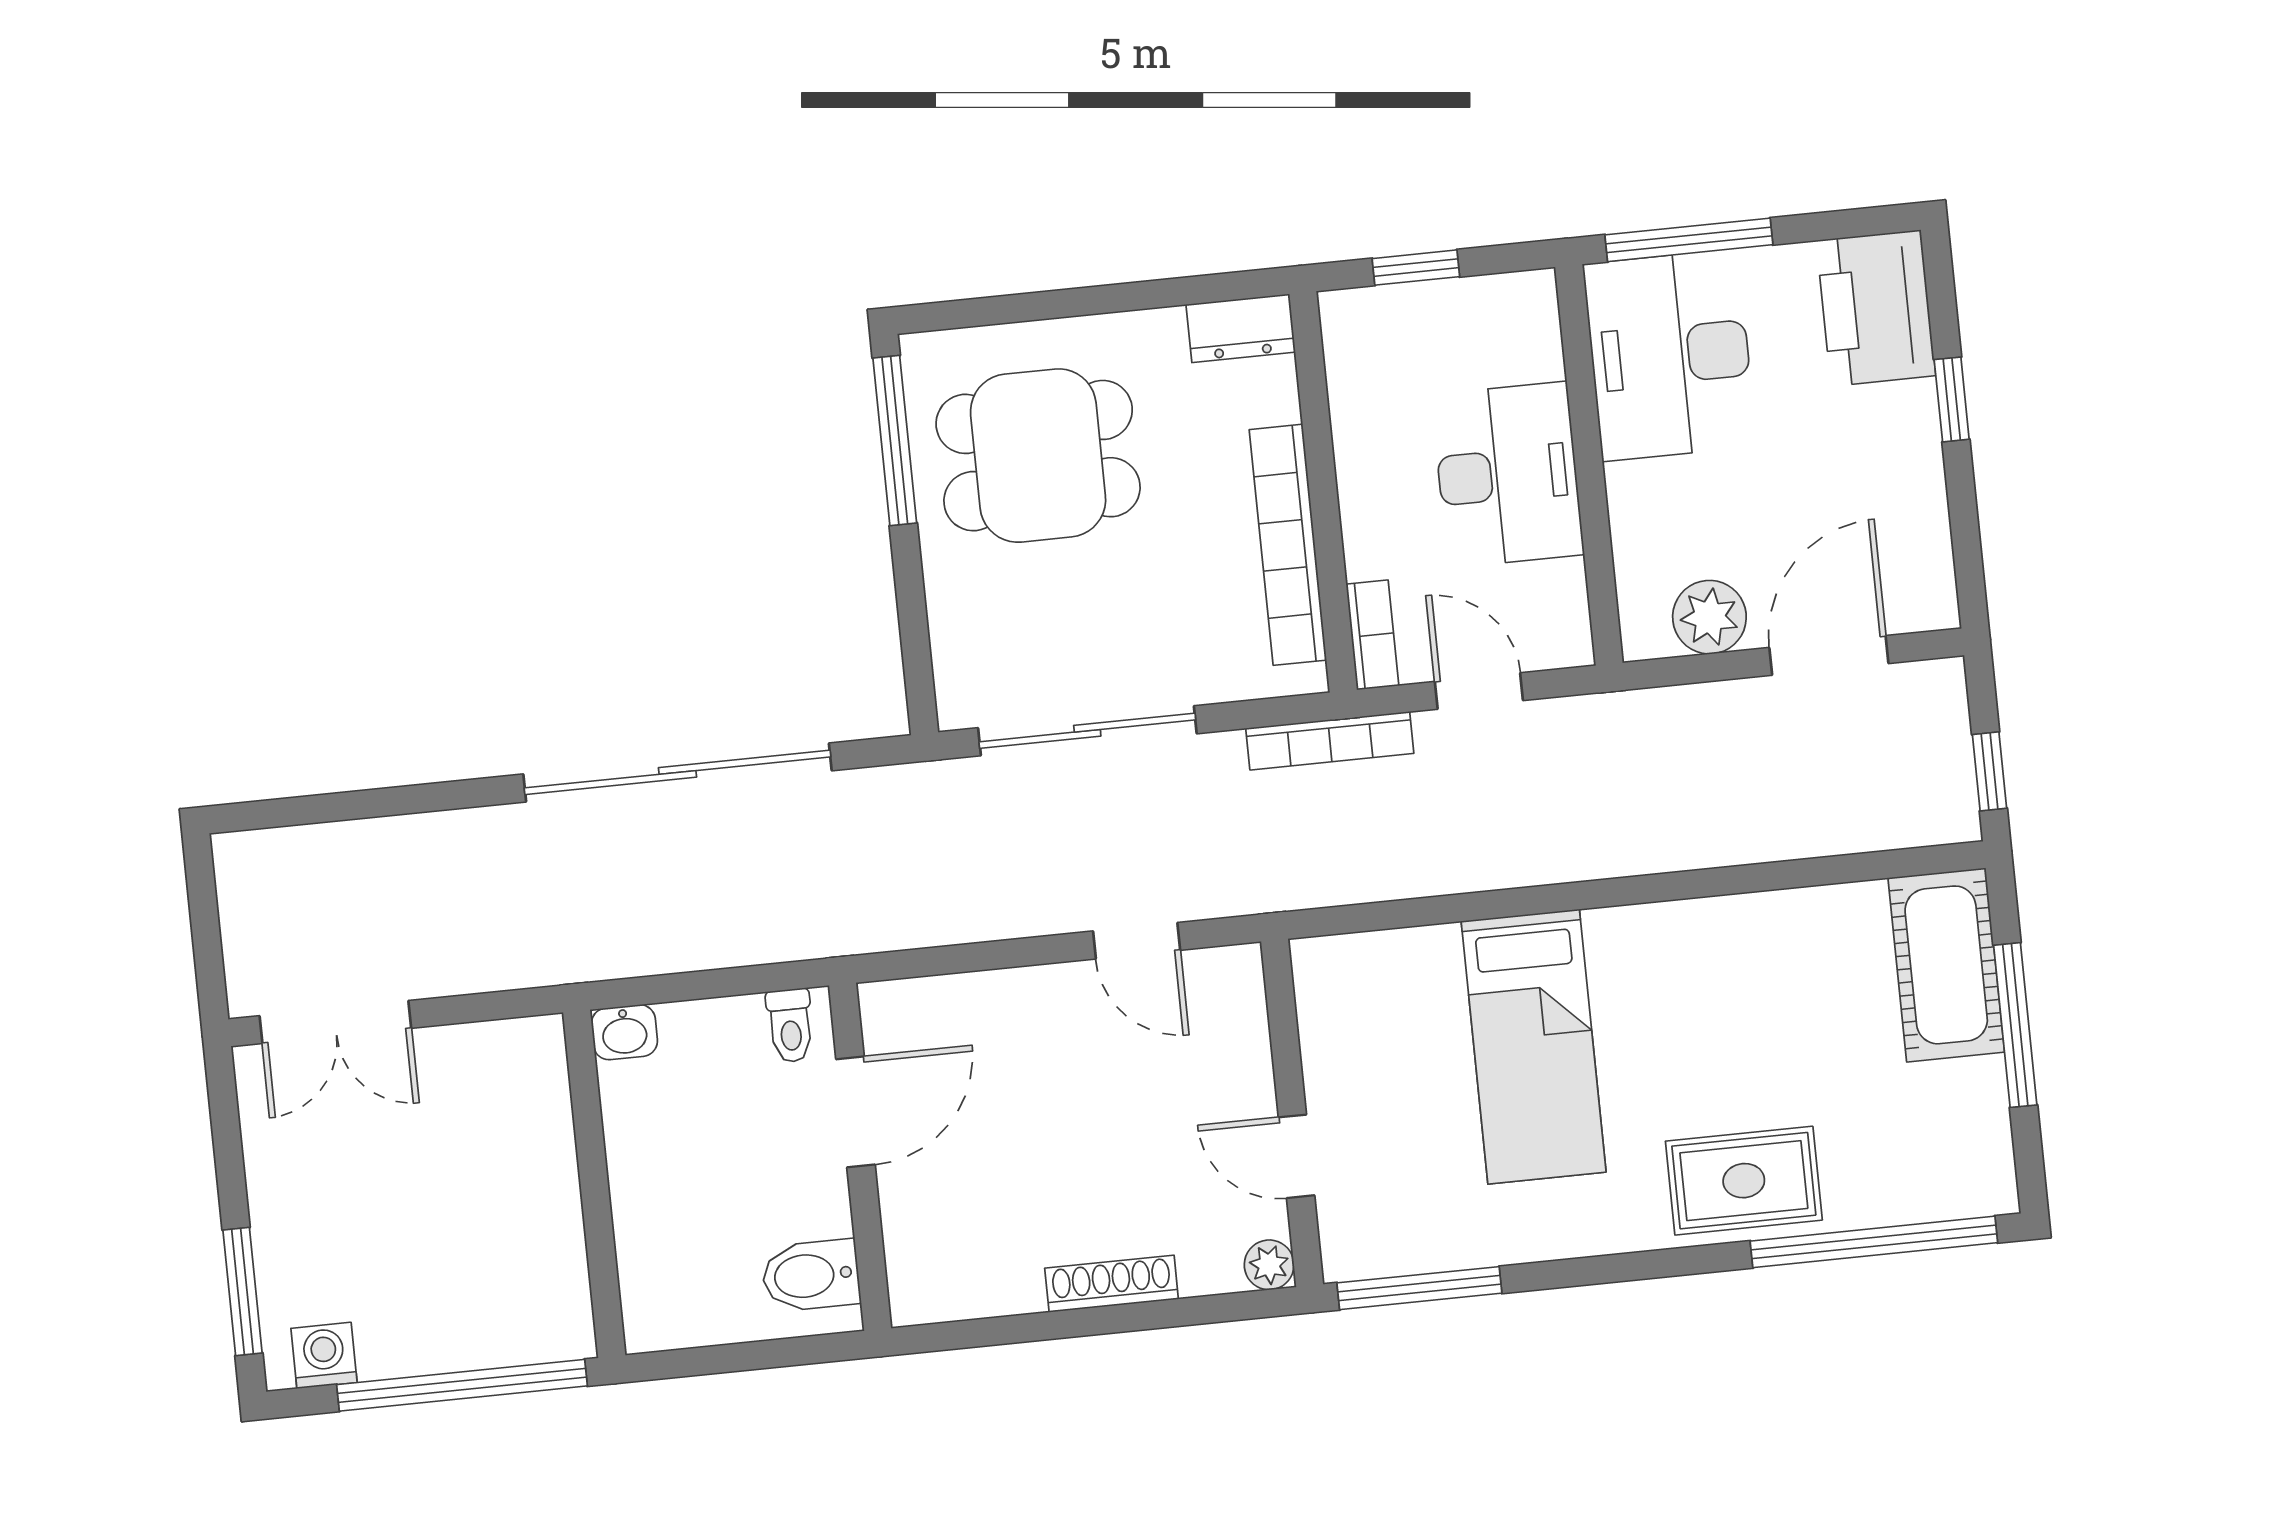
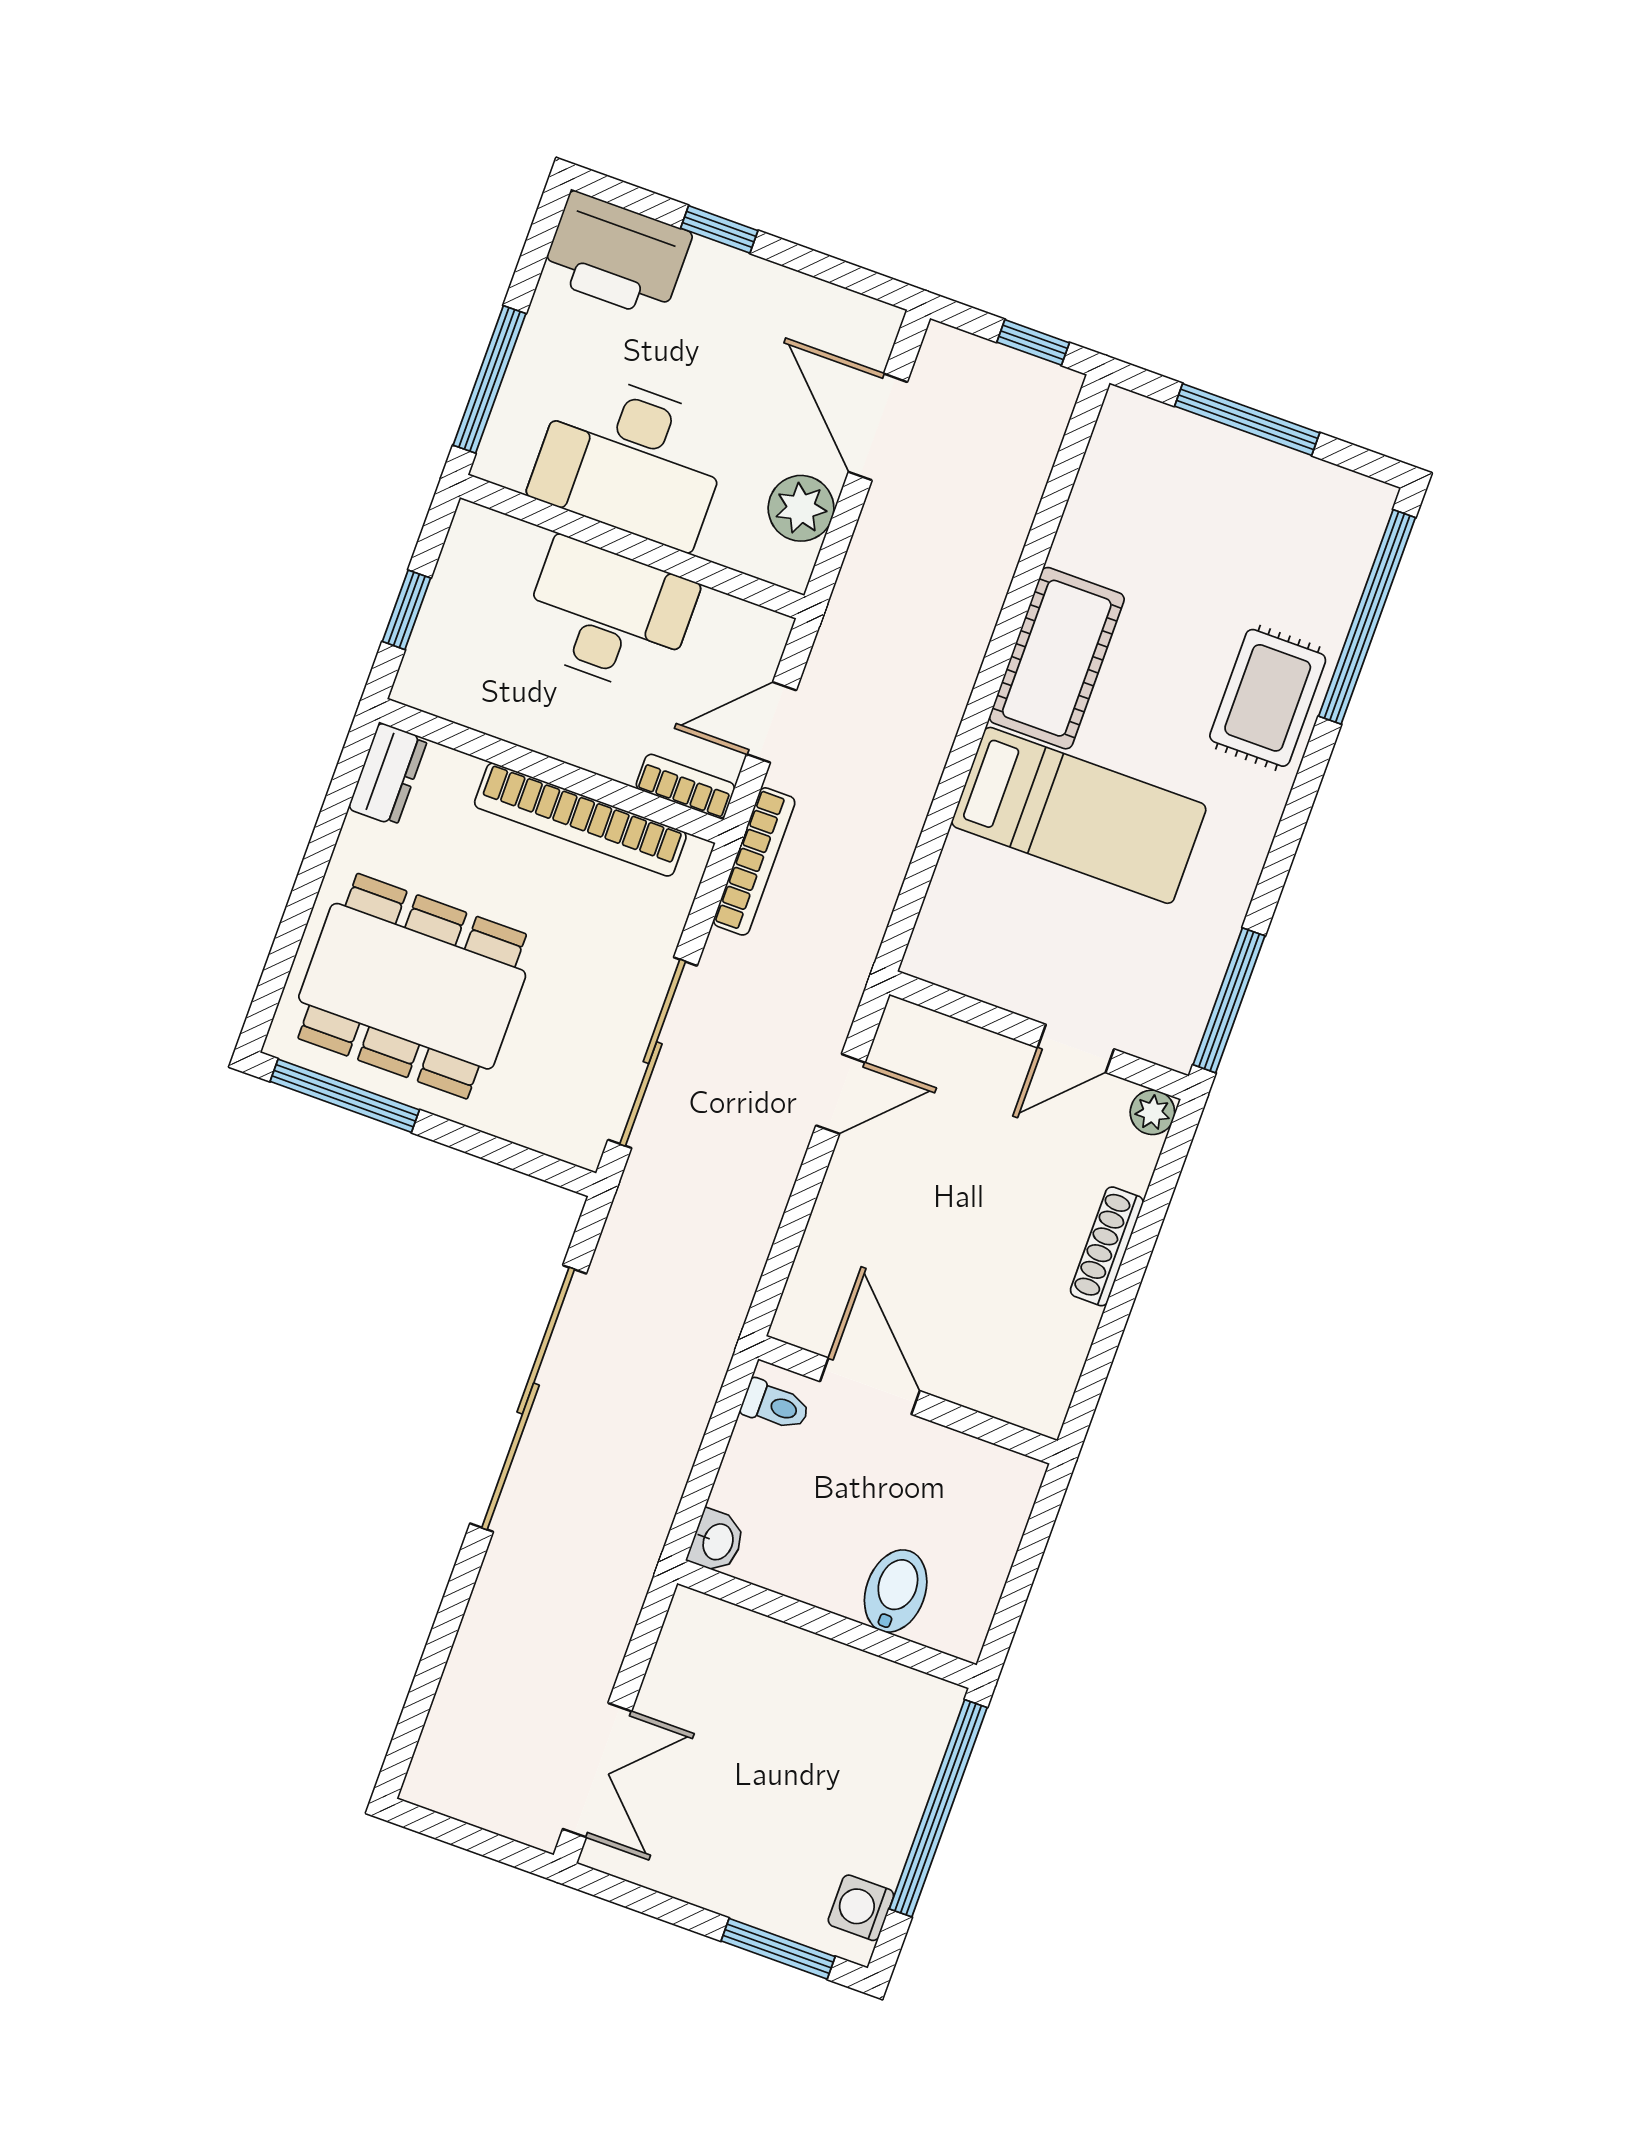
desk: (1670, 355) -> (631, 460), moved
dining table: (1038, 456) -> (412, 986), width x1.38
cot: (1946, 965) -> (1057, 658), moved, turned 90
bidet: (811, 1275) -> (896, 1591), moved, turned 180

